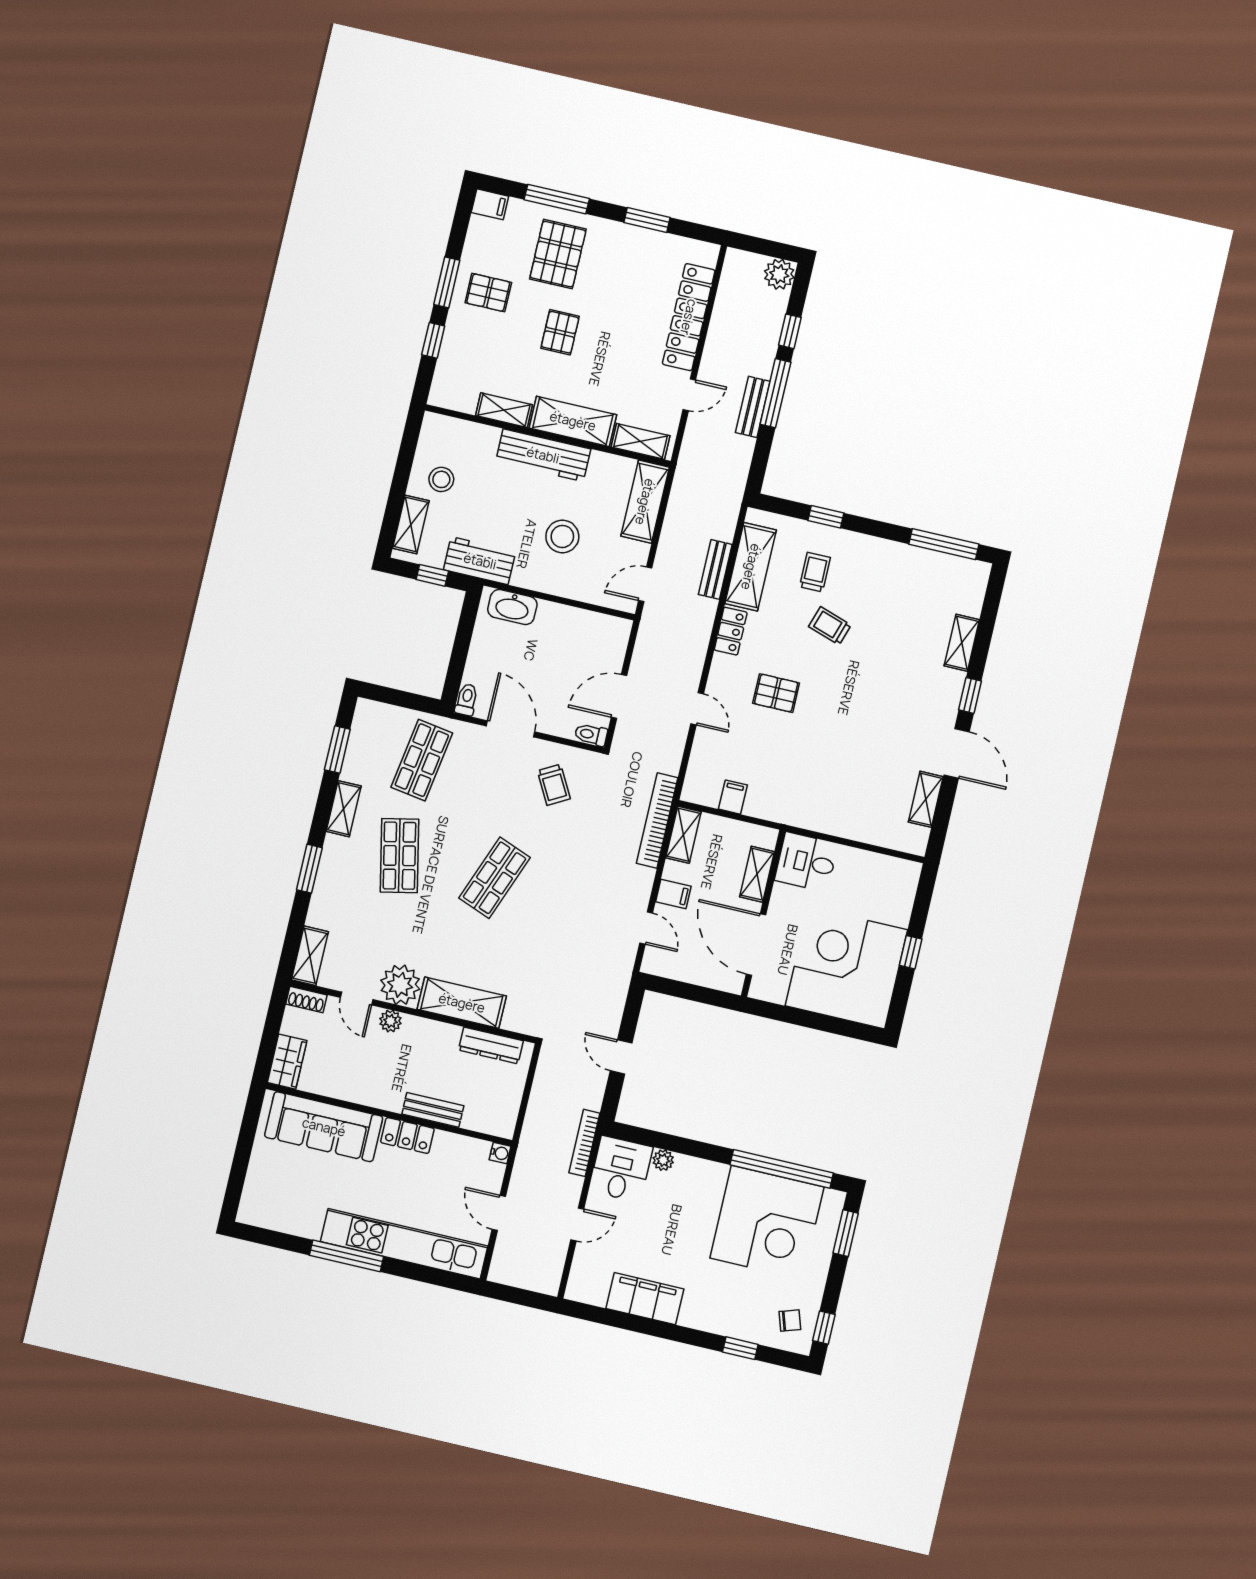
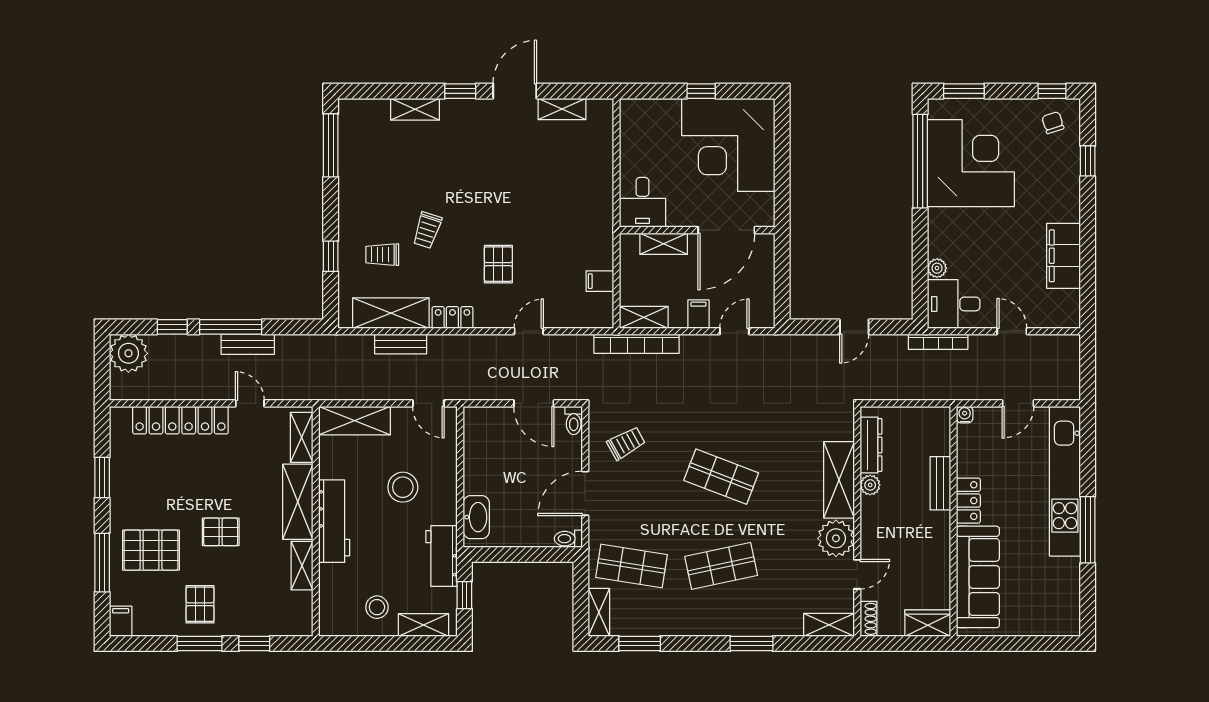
plant: (779, 274) -> (128, 353), width x1.36, depth x1.36
shelving: (344, 809) -> (599, 612), moved, turned 90
plant: (390, 1021) -> (870, 485), moved

